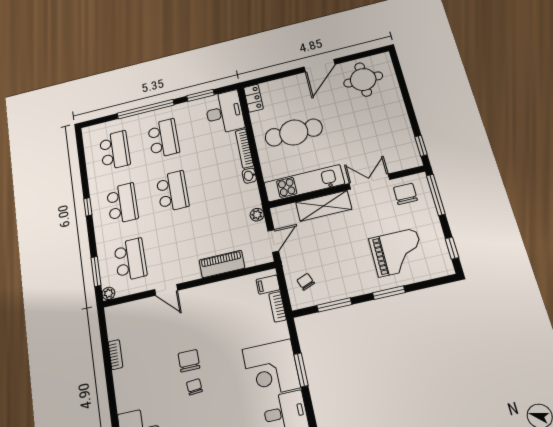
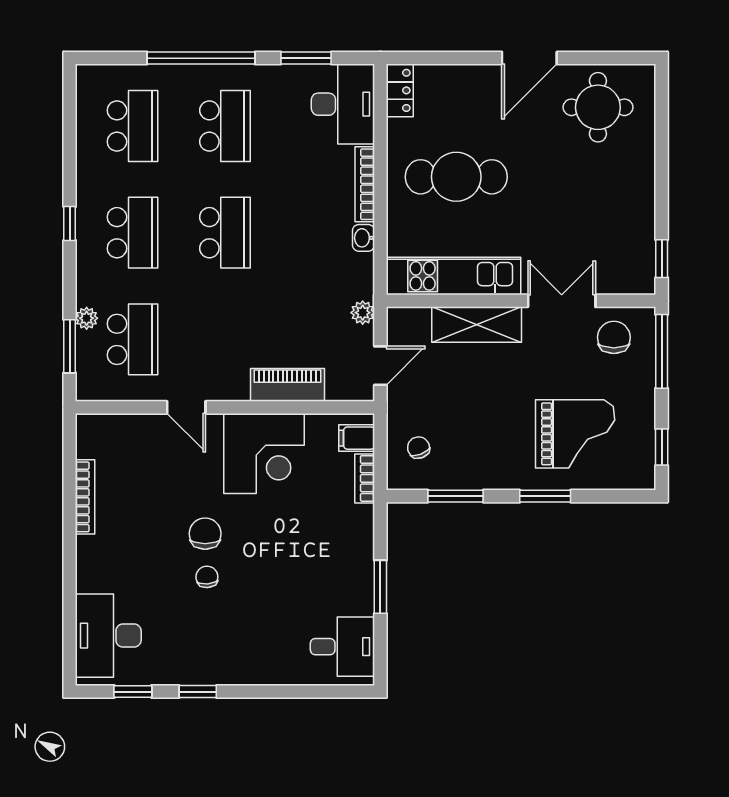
plant: (108, 293) -> (87, 318), moved
bookcase: (115, 355) -> (85, 497), width x1.56
corner desk: (271, 368) -> (264, 453), moved, turned -90

